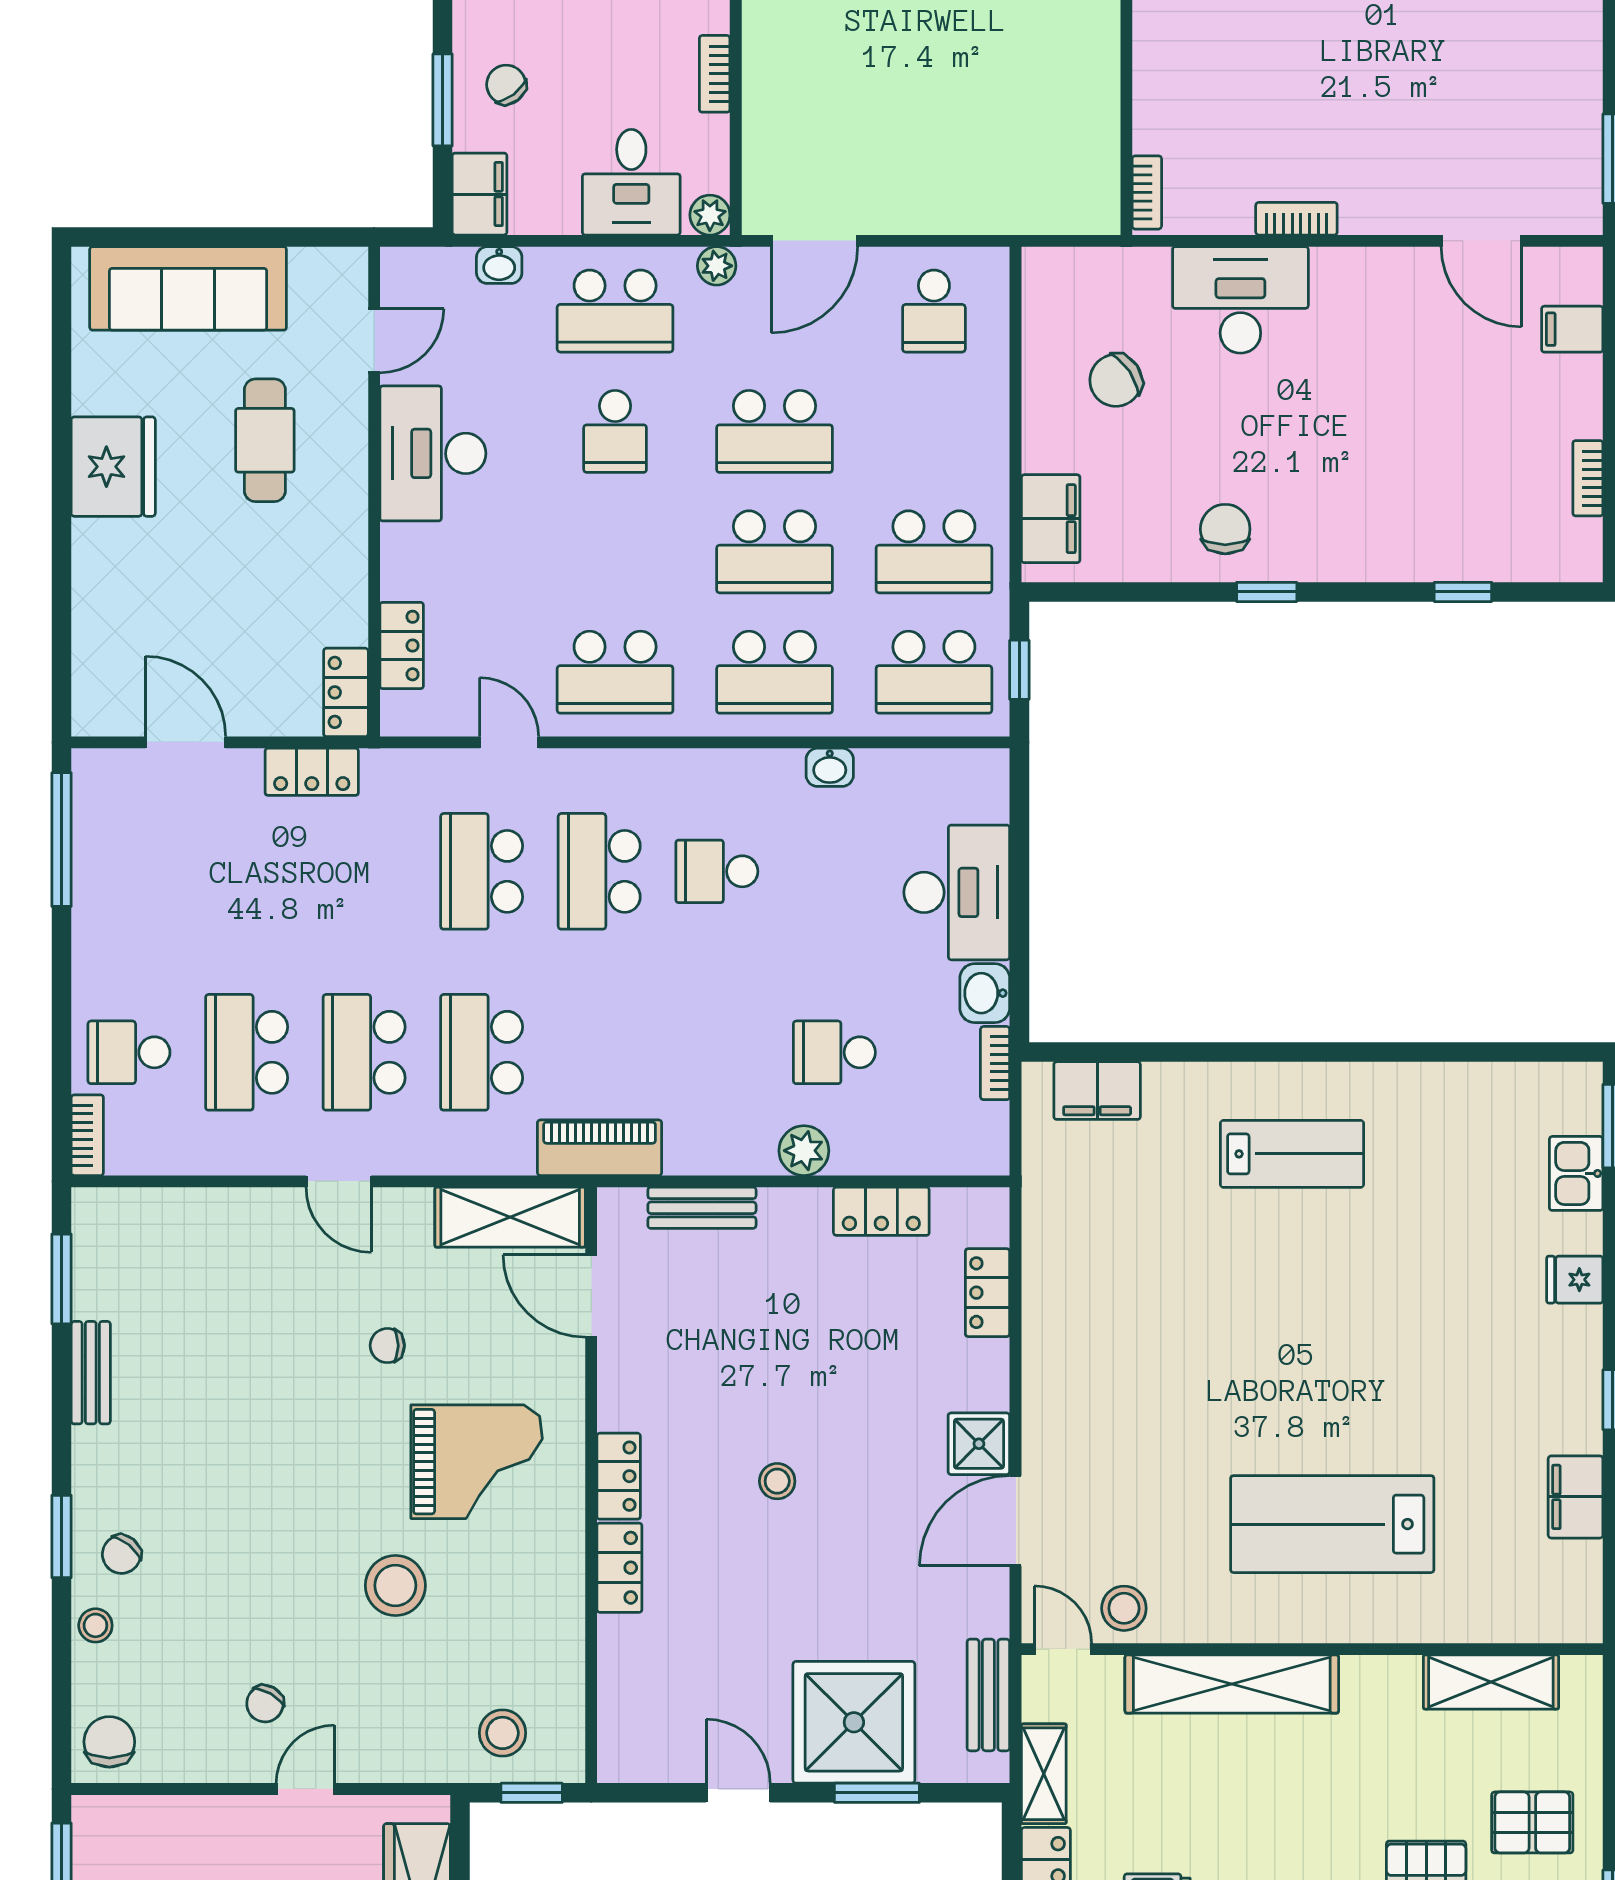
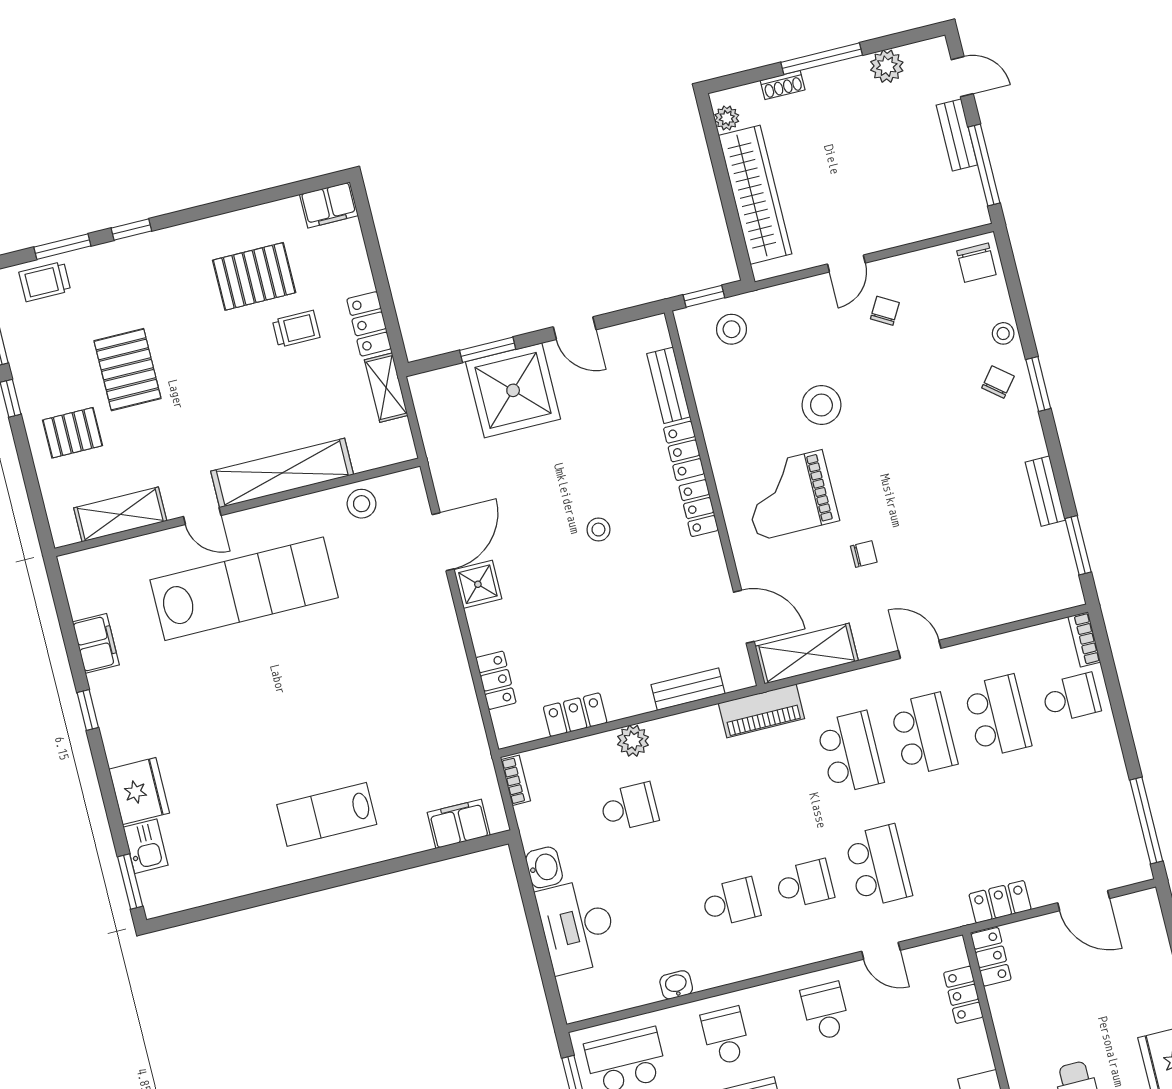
school desk: (615, 672) -> (825, 1011), width x0.54
school desk: (774, 672) -> (726, 1036), width x0.54
school desk: (599, 871) -> (804, 884), width x0.54
bookcase: (995, 1063) -> (516, 780), moved
fridge: (1575, 1280) -> (139, 791), width x1.88, depth x1.34
lab bench: (1332, 1524) -> (244, 589), width x1.36
door: (1063, 1649) -> (202, 516), moved
bench: (988, 1695) -> (669, 385), moved

